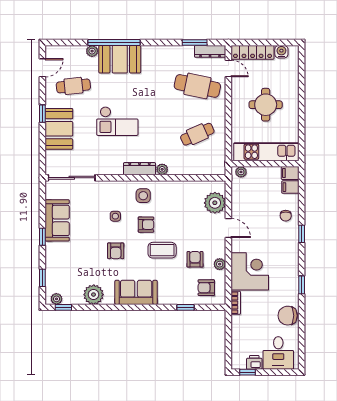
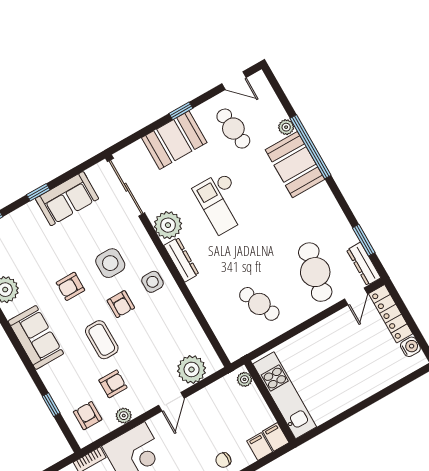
round table: (266, 105) -> (339, 364), removed
plant: (162, 169) -> (168, 225), moved, width x1.88, depth x1.88
side table: (115, 216) -> (110, 263), width x1.87, depth x1.87

